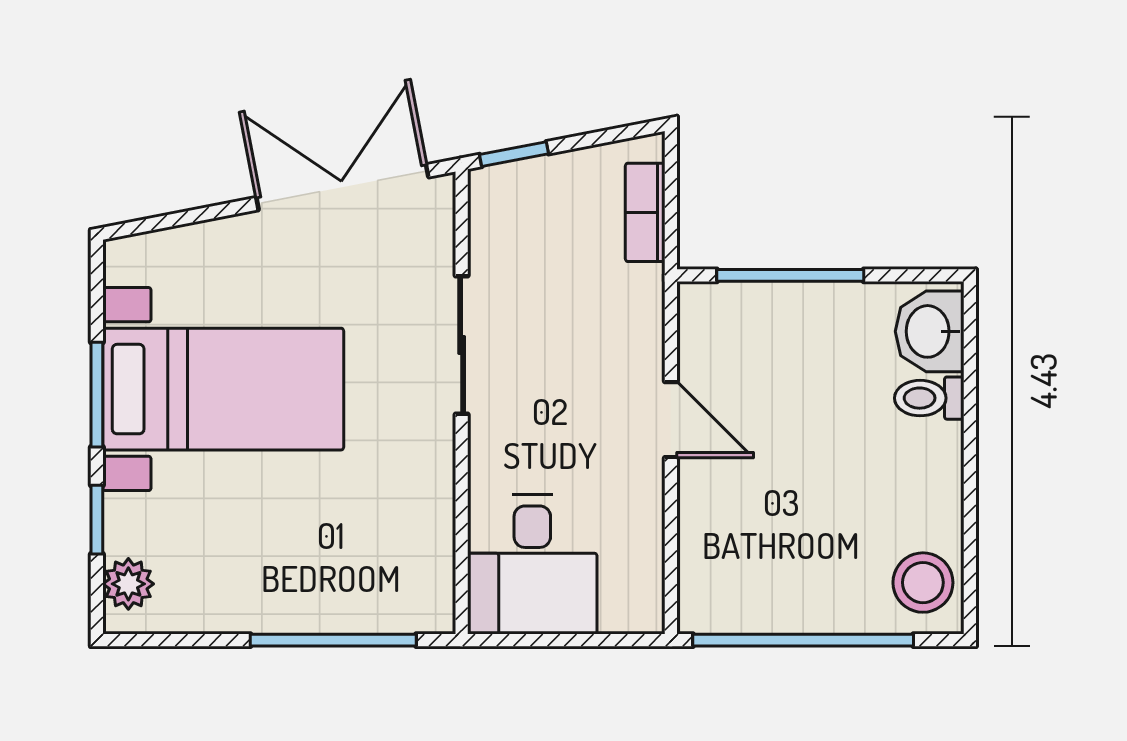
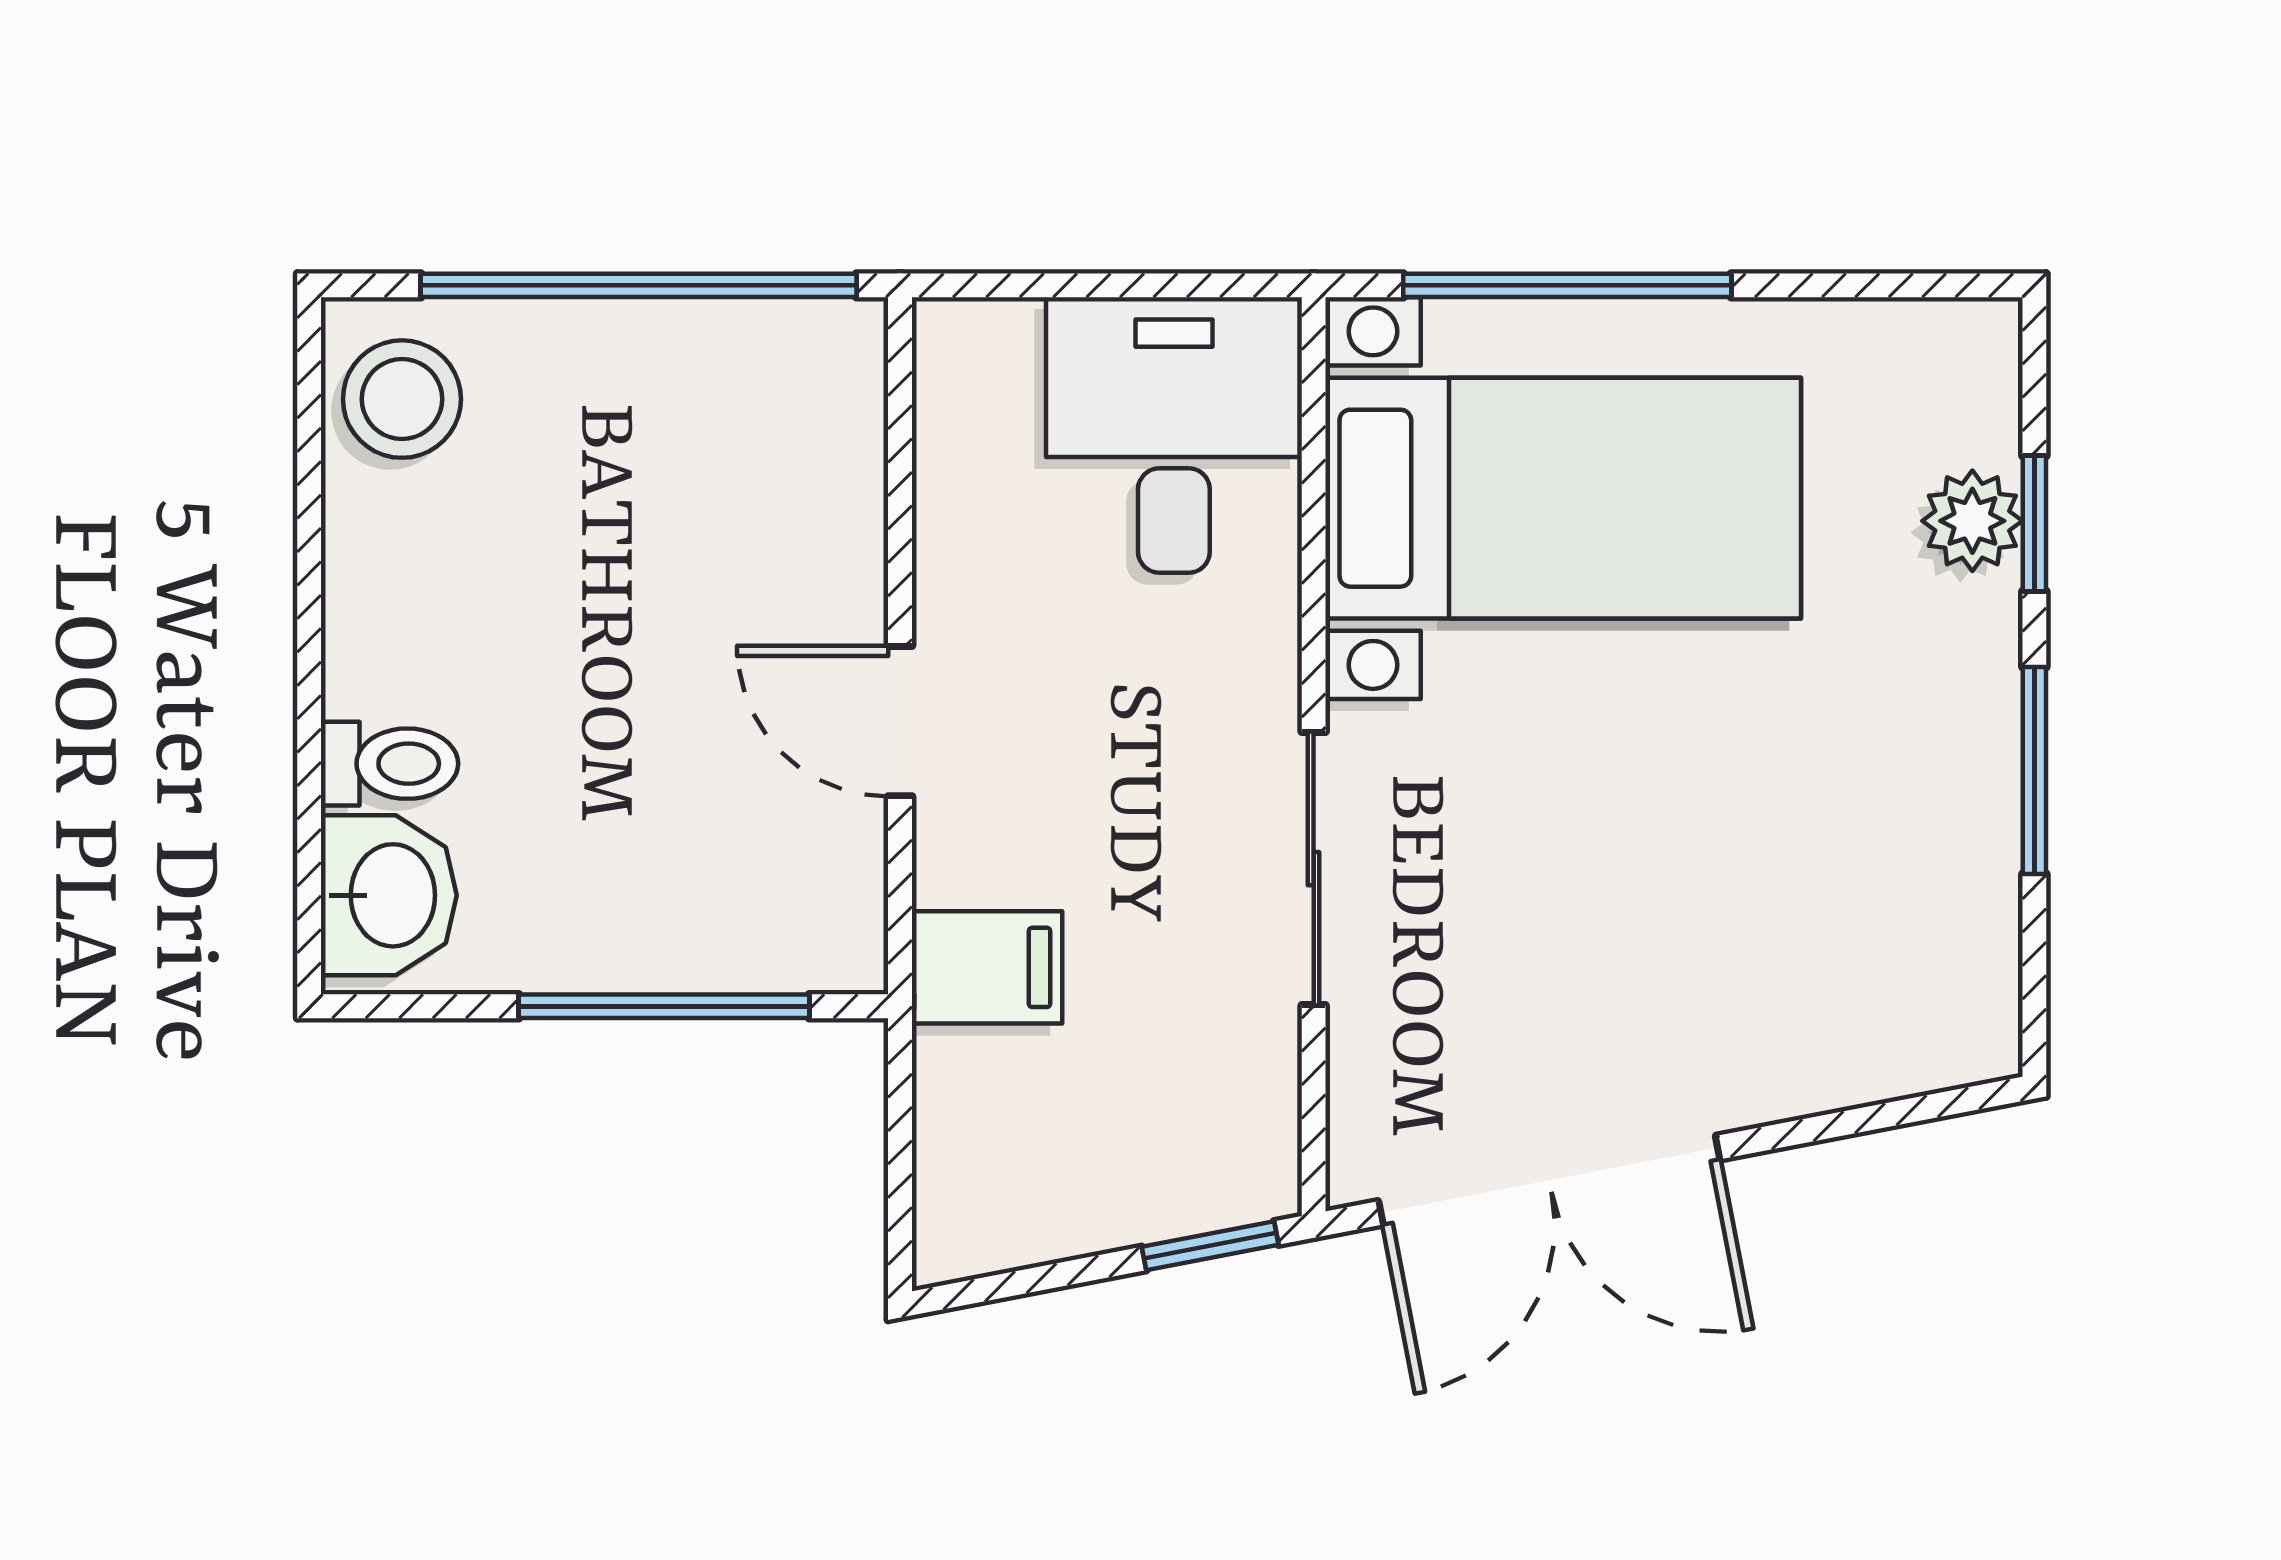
bookcase: (645, 212) -> (951, 1131), removed
filing cabinet: (627, 295) -> (987, 967), added
bed with nightstands: (223, 389) -> (1563, 498), moved, turned 180
plant: (128, 584) -> (1972, 521), moved

